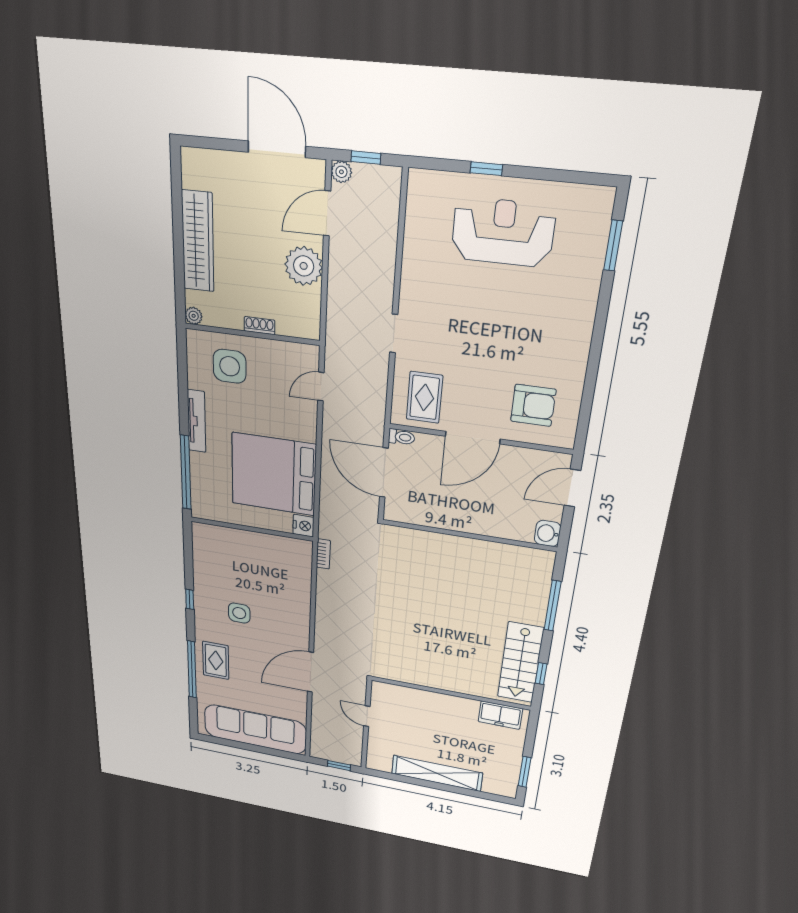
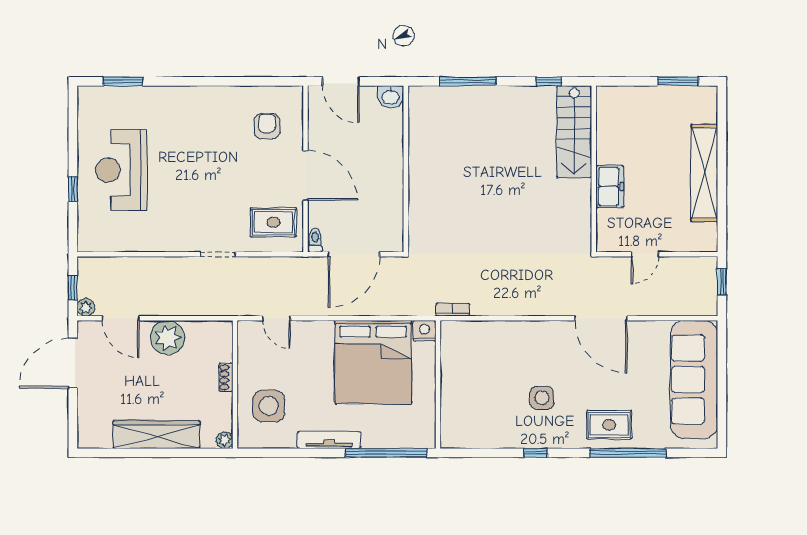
armchair: (533, 405) -> (267, 126), width x0.72, depth x0.72
stairs: (520, 663) -> (574, 132), moved, turned 90
freezer: (500, 715) -> (610, 186), moved

